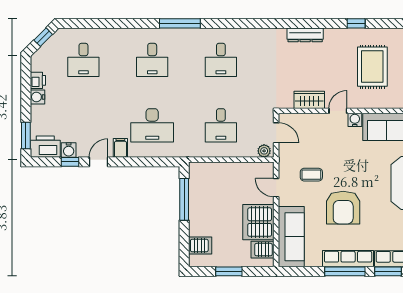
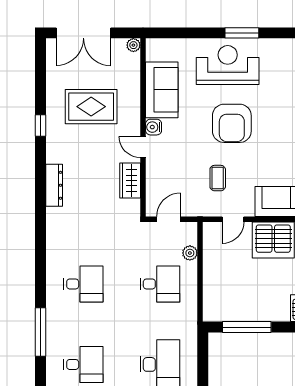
plant: (264, 151) -> (190, 253), moved
armchair: (343, 208) -> (232, 123), moved, turned 90

